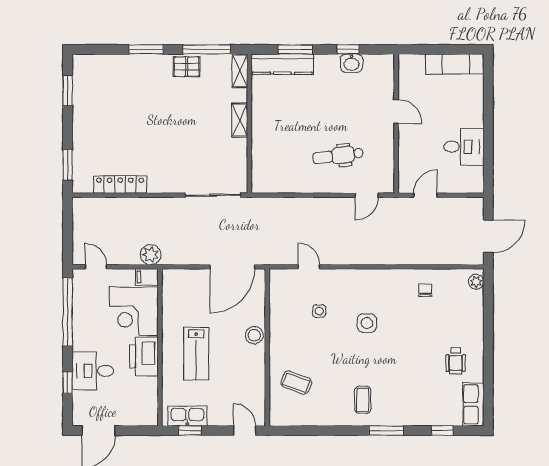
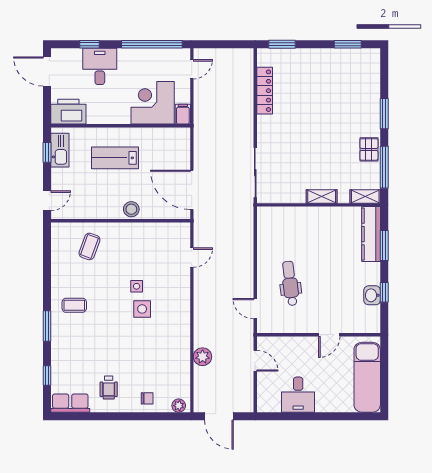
exam couch: (455, 64) -> (367, 377), width x1.36, depth x1.45
plant: (151, 255) -> (203, 357), moved
chair: (425, 290) -> (147, 398), moved
side table: (319, 311) -> (137, 286), moved
printer: (144, 356) -> (68, 112), moved
wheelchair: (456, 361) -> (109, 387), turned -90

